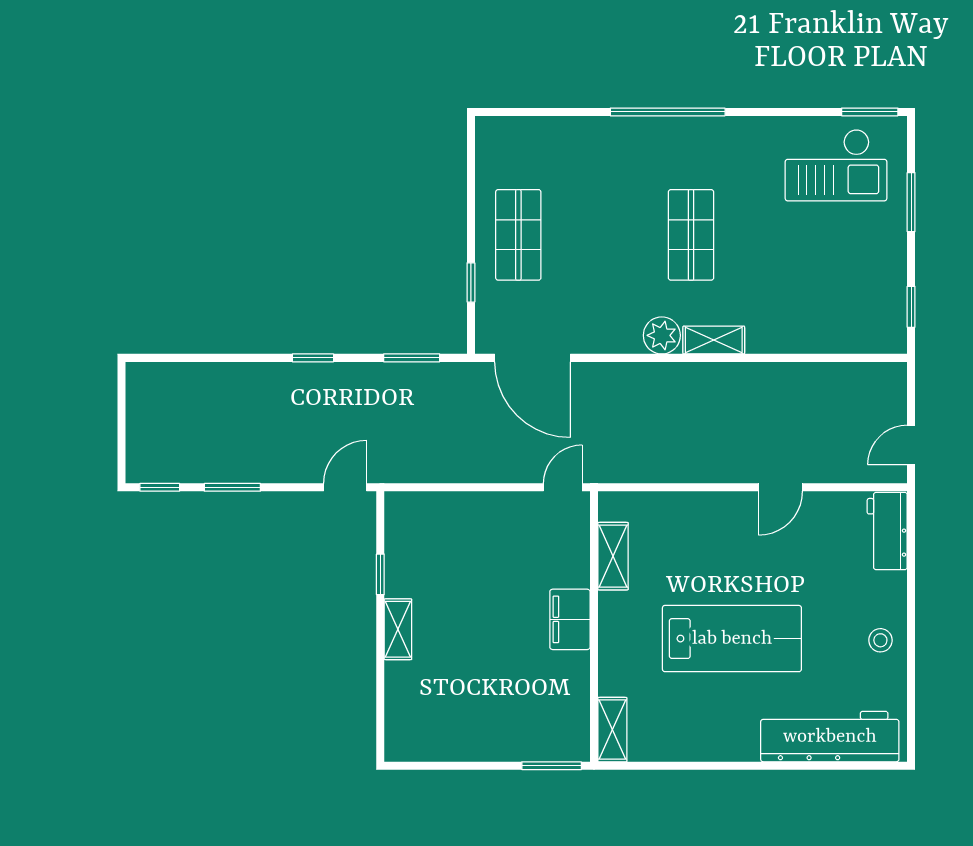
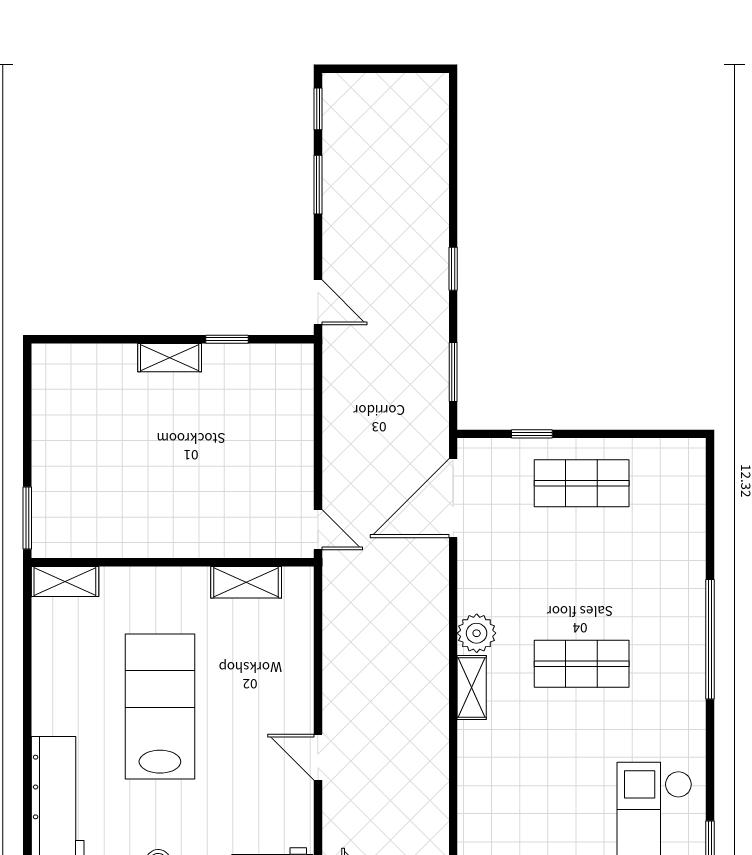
filing cabinet: (570, 619) -> (180, 537), removed
lab bench: (732, 639) -> (160, 706), turned 180

